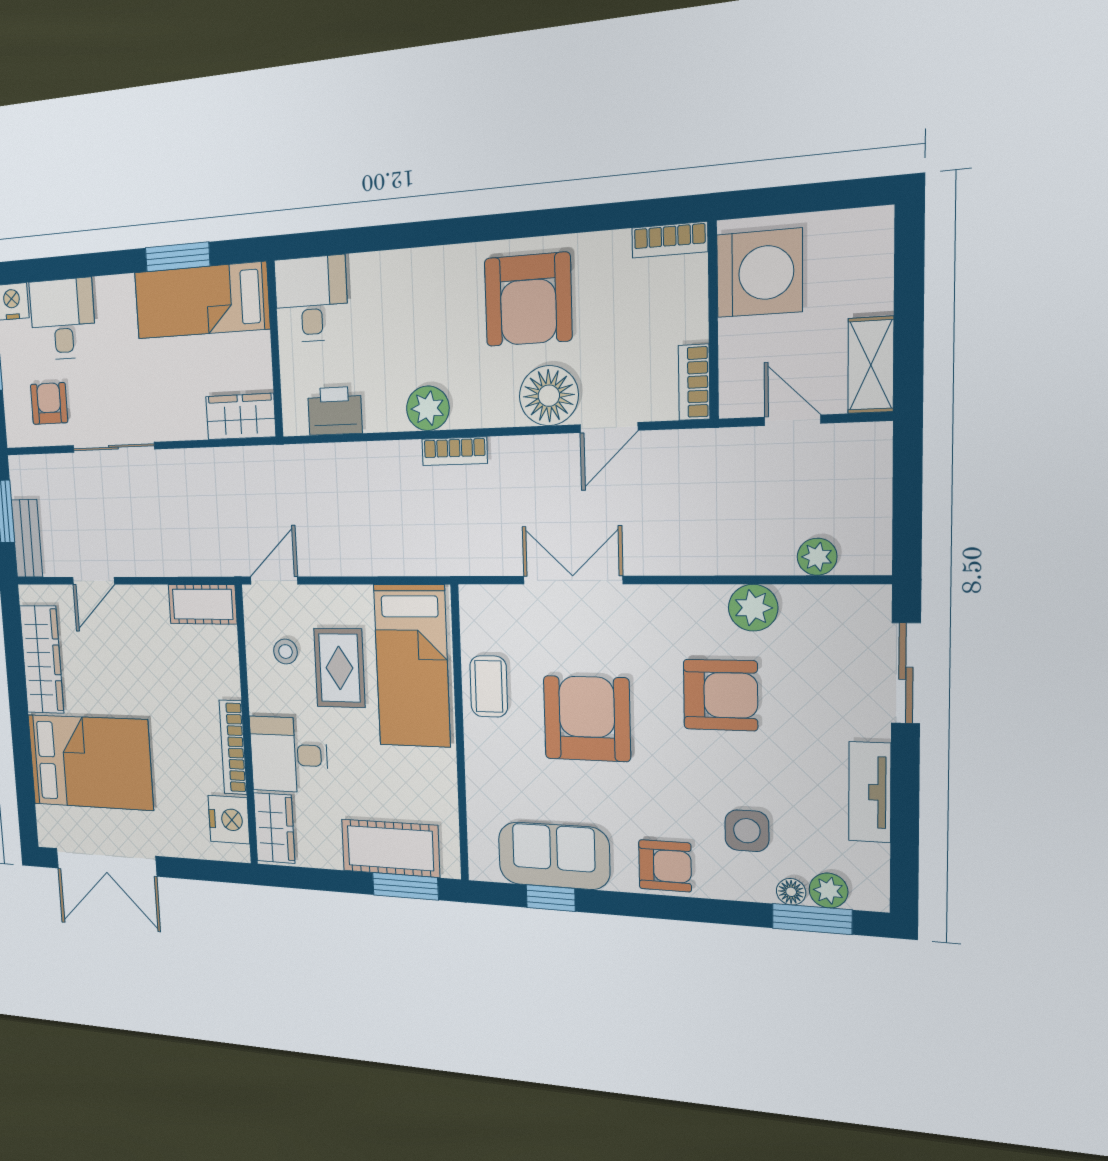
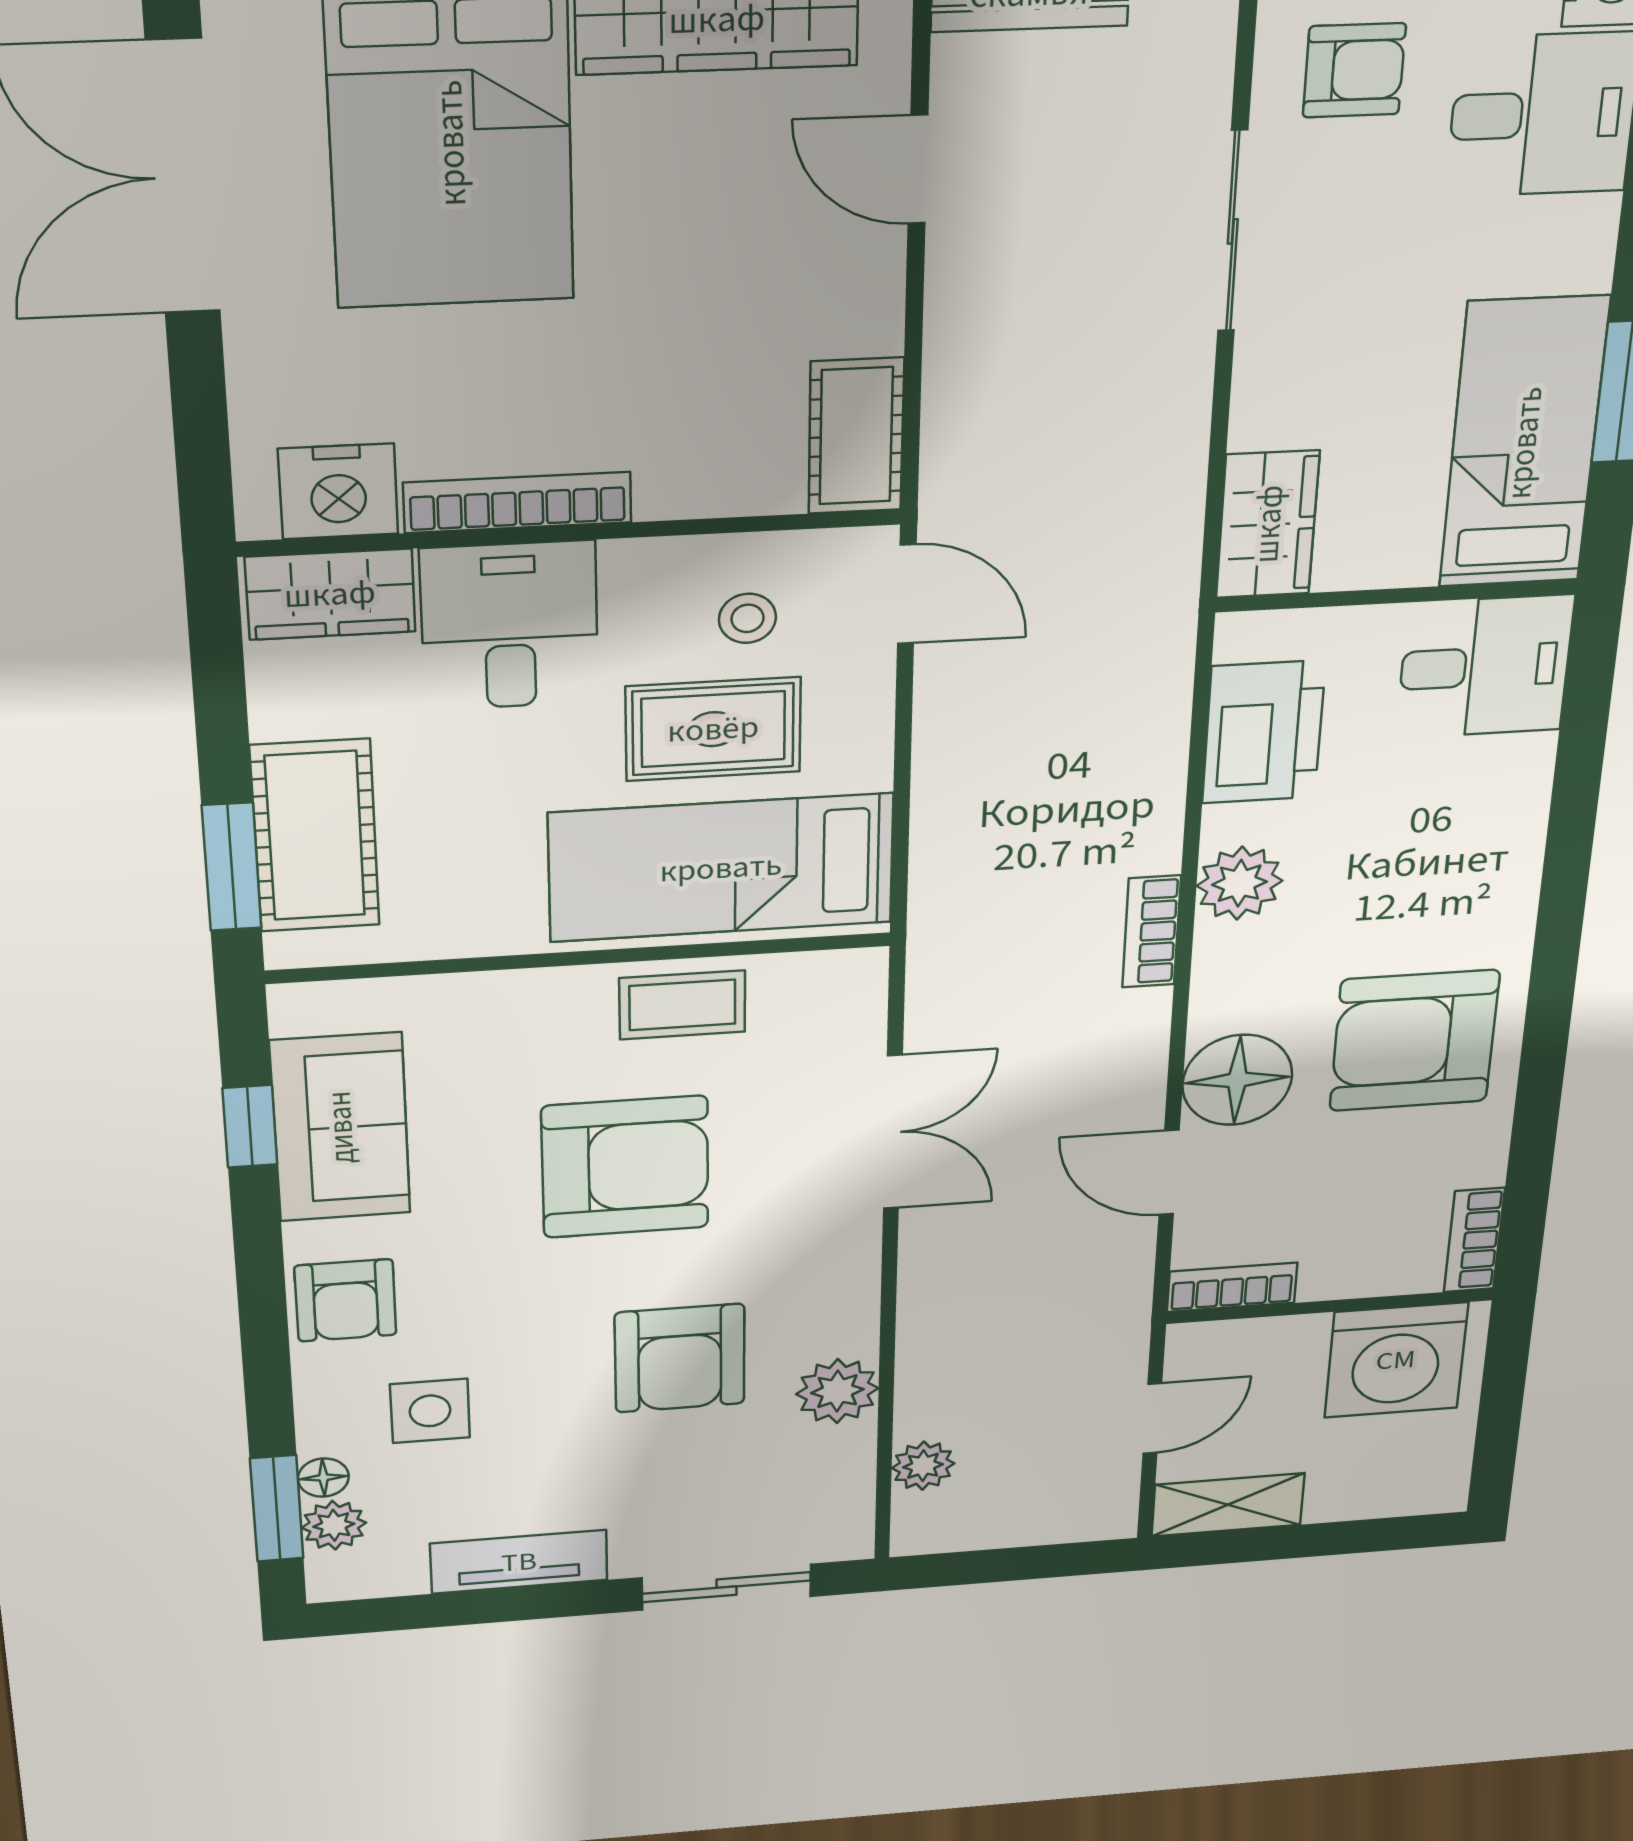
printer: (335, 411) -> (1264, 732), width x1.37, depth x1.19

